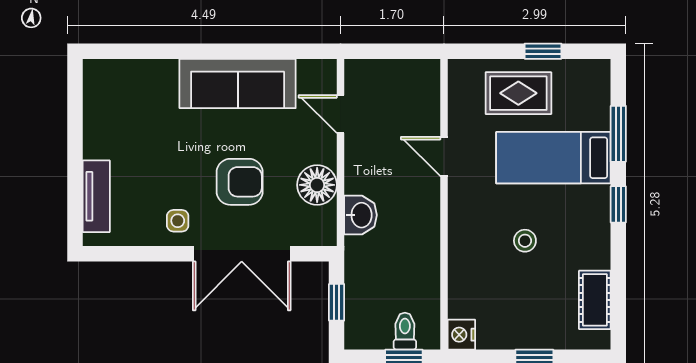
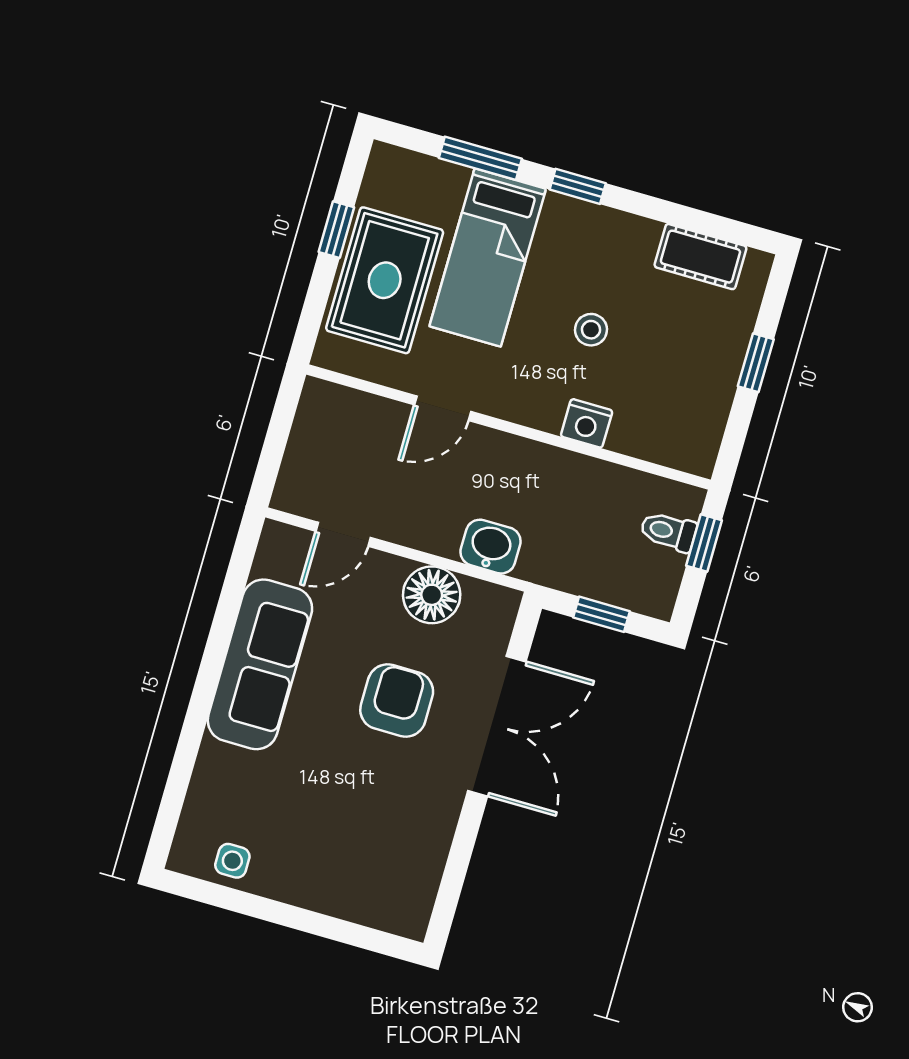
rug: (518, 93) -> (385, 280), width x1.36, depth x1.43
tv unit: (96, 196) -> (360, 904), removed
side table: (178, 221) -> (232, 861), moved
nightstand: (461, 335) -> (587, 423), moved

